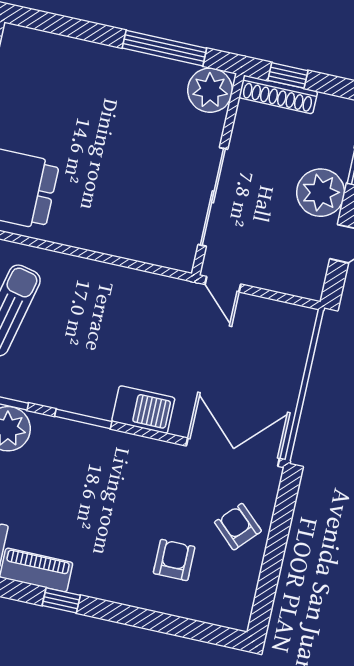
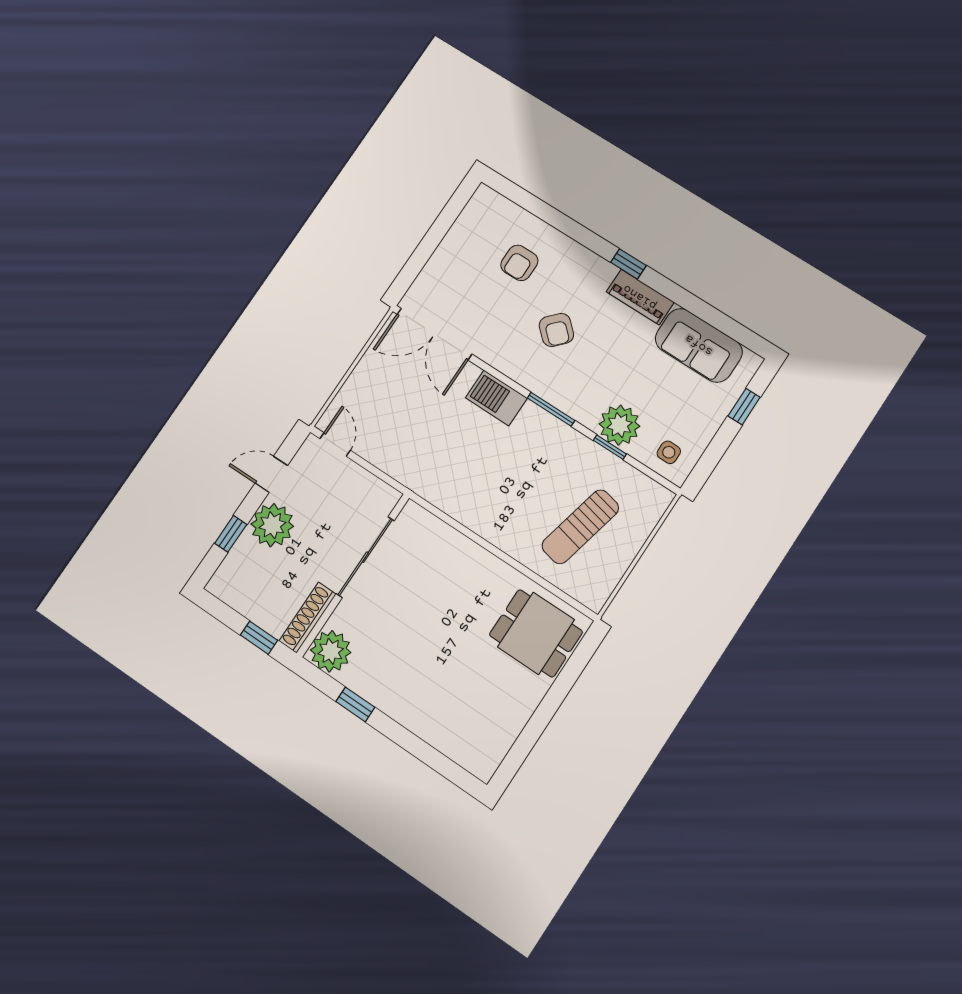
window: (164, 48) -> (355, 704), width x0.46
shoe rack: (278, 95) -> (308, 618), moved, turned -90
door: (223, 284) -> (335, 444), moved
armchair: (238, 527) -> (556, 330), moved

